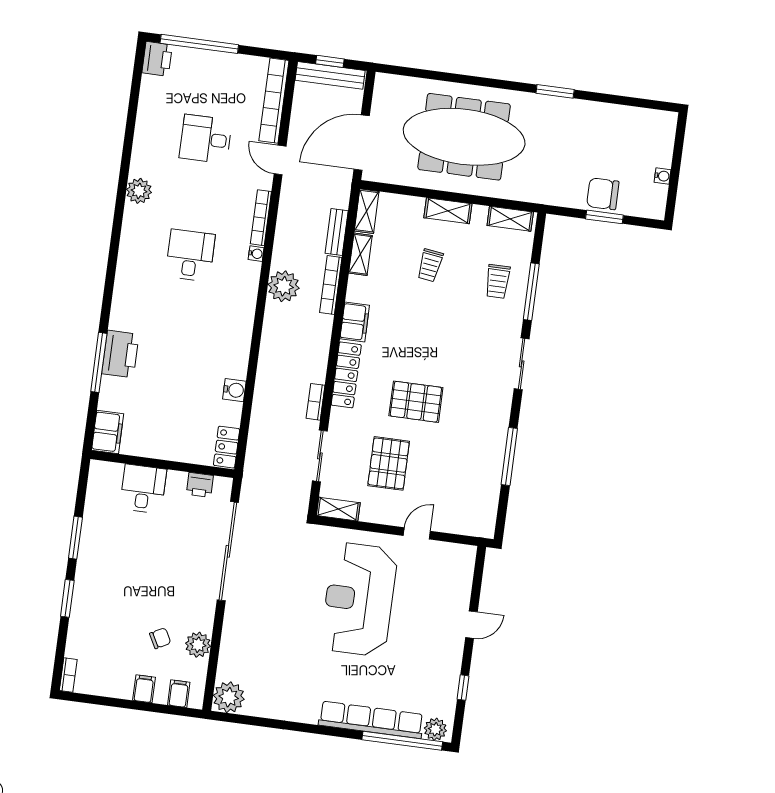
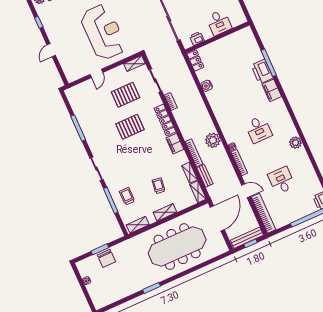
desk: (206, 139) -> (282, 180), turned -90
chair: (603, 194) -> (106, 258), turned 90
filing cabinet: (108, 432) -> (272, 90), moved
pallet: (389, 463) -> (125, 95), turned 90

